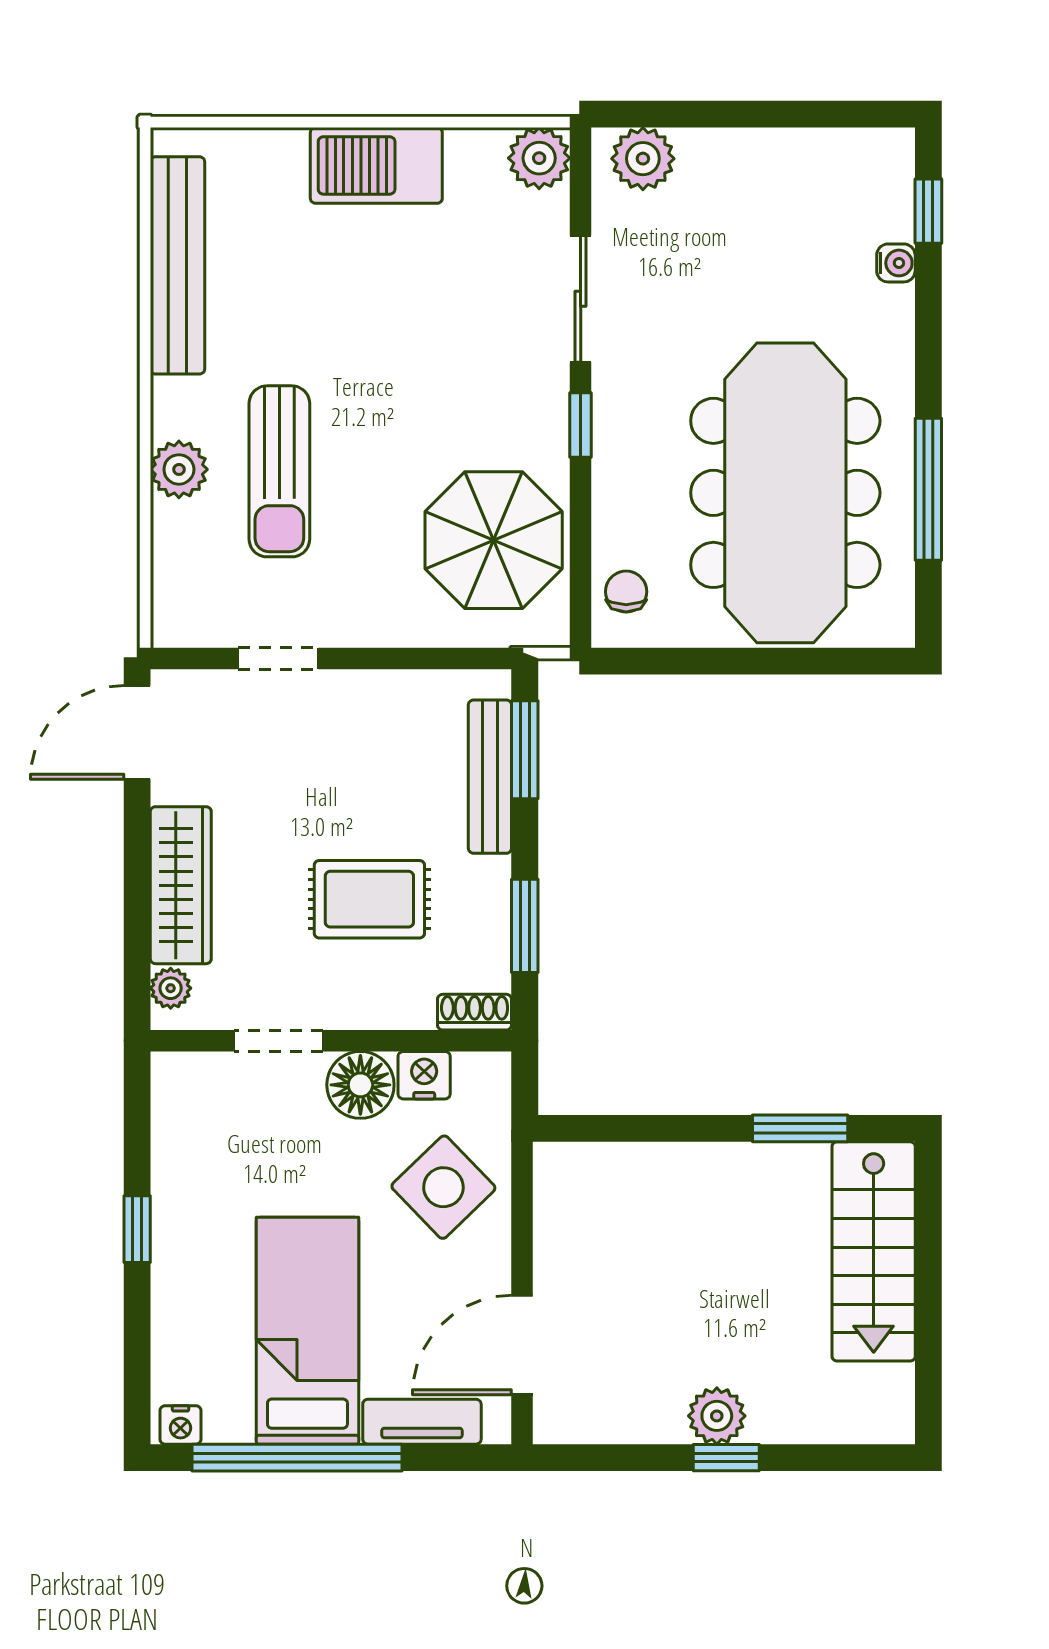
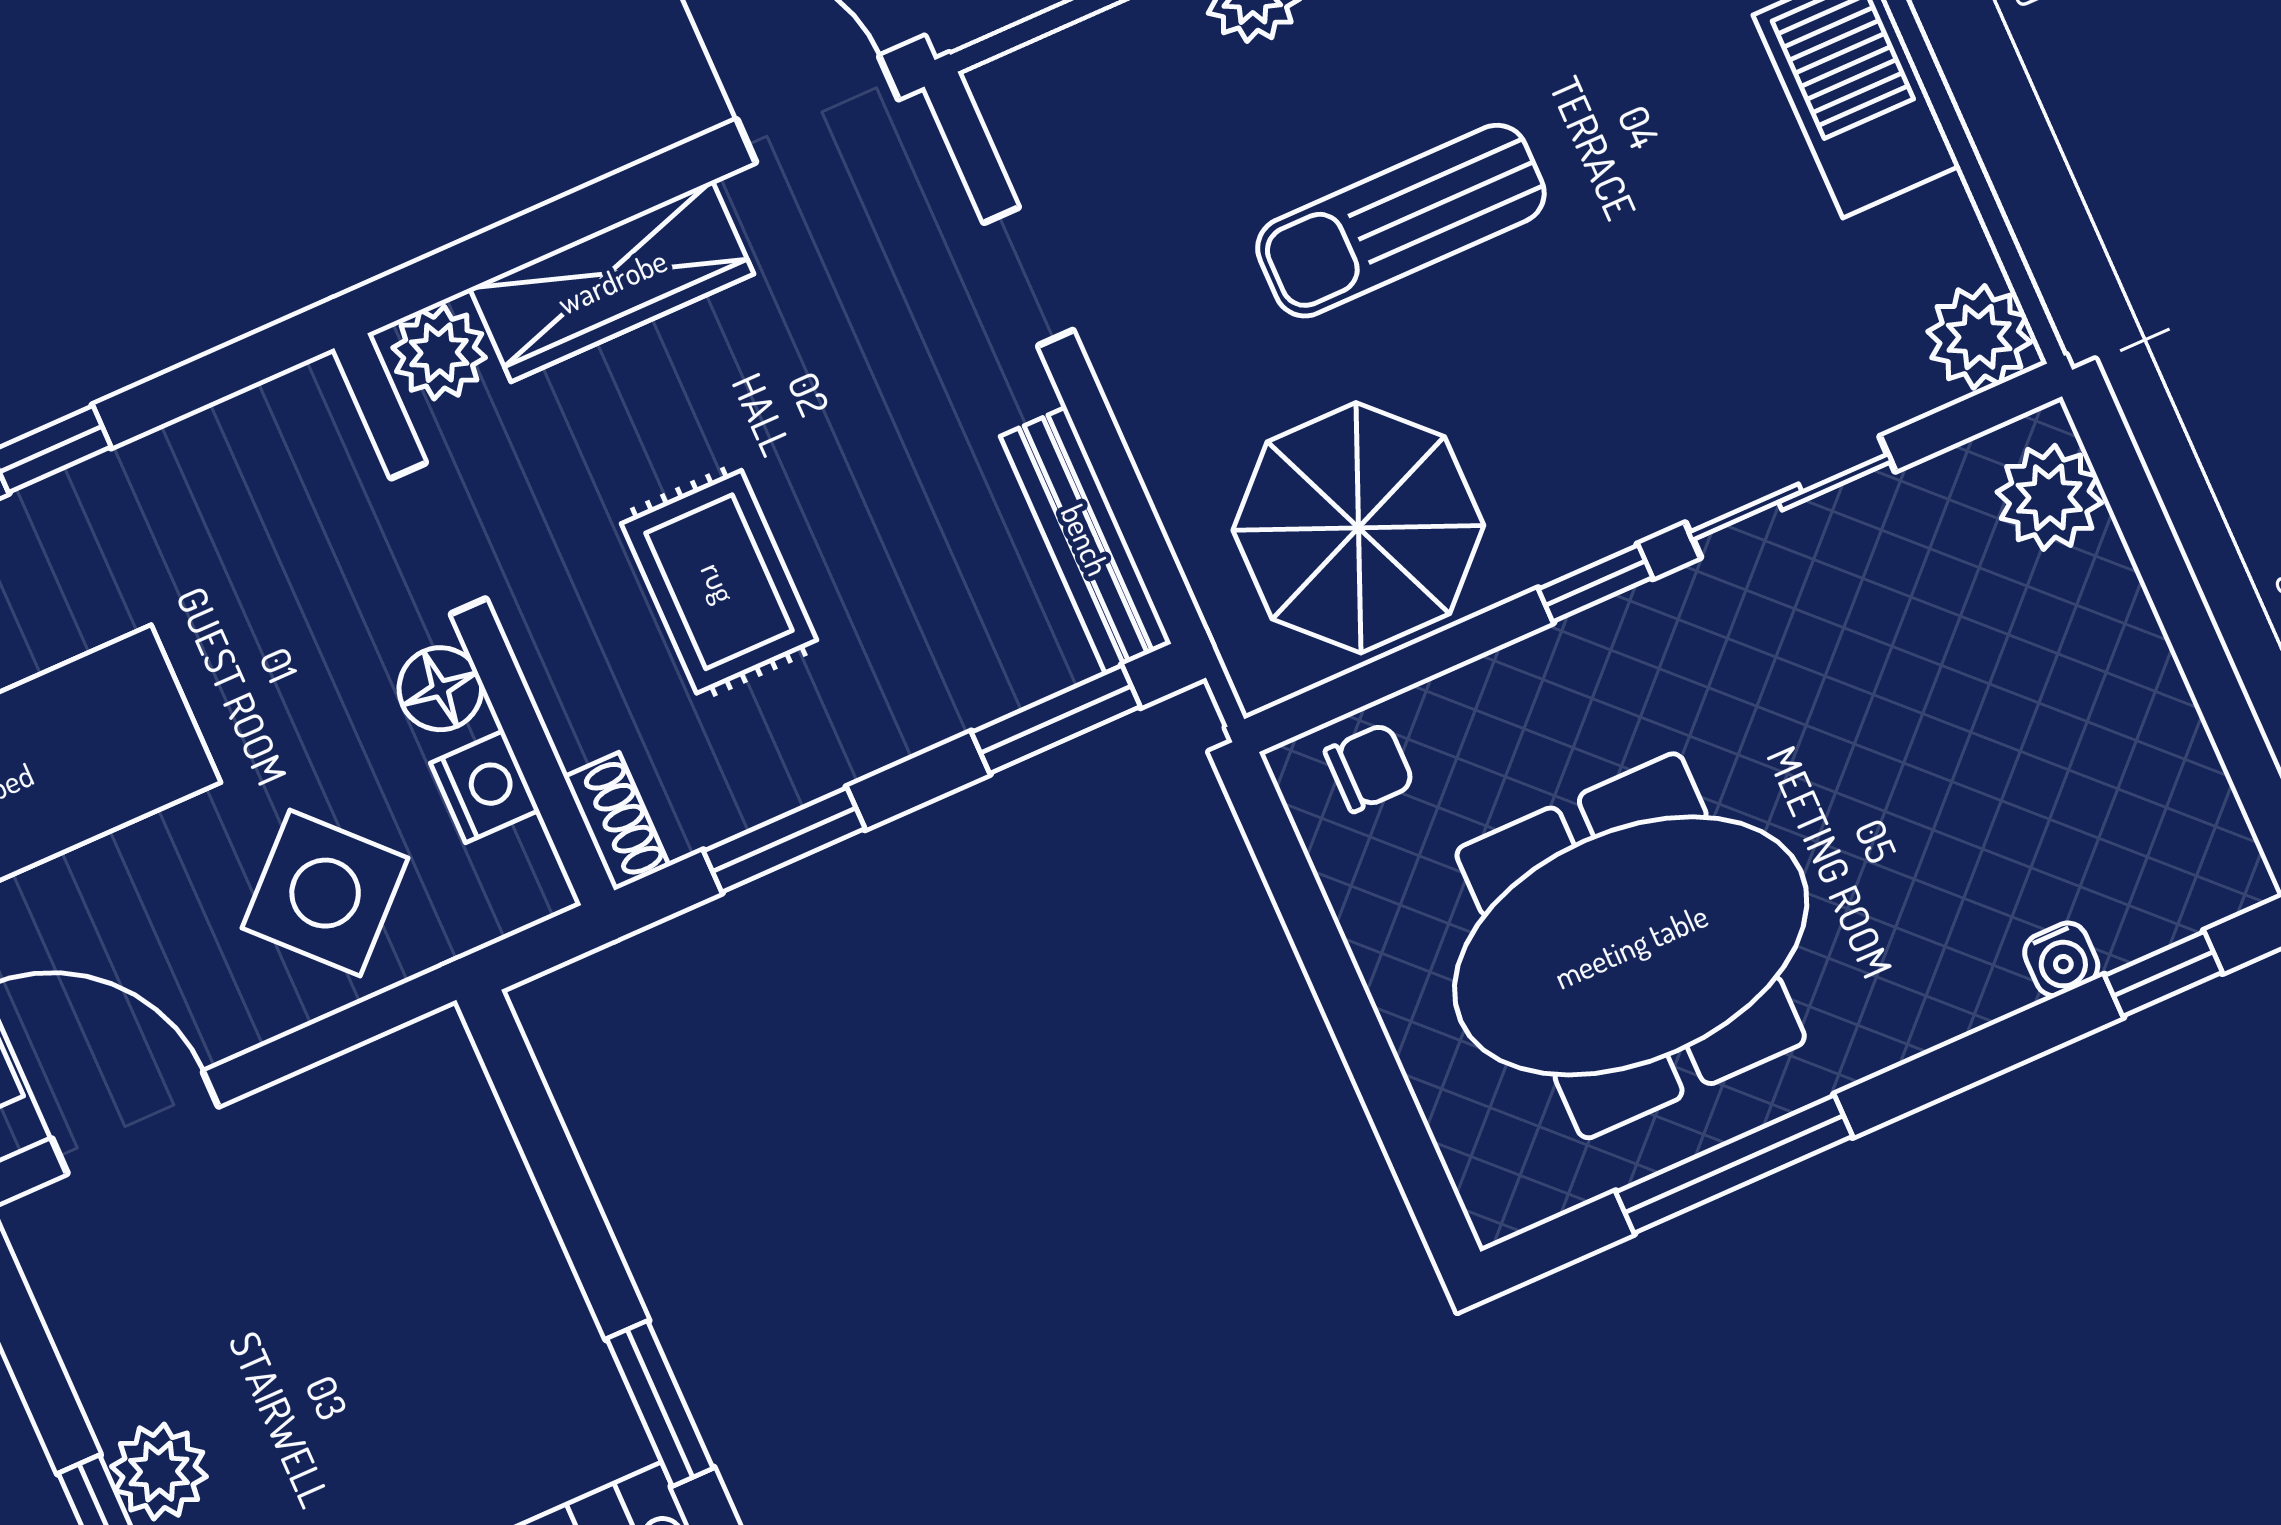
sun lounger: (279, 471) -> (1401, 221), moved
meeting table: (785, 493) -> (1631, 946), width x0.73
bench: (490, 777) -> (1086, 540), moved, turned 90
plant: (171, 988) -> (439, 353), width x1.38, depth x1.38
floor lamp: (360, 1085) -> (440, 689), width x0.73, depth x0.73

